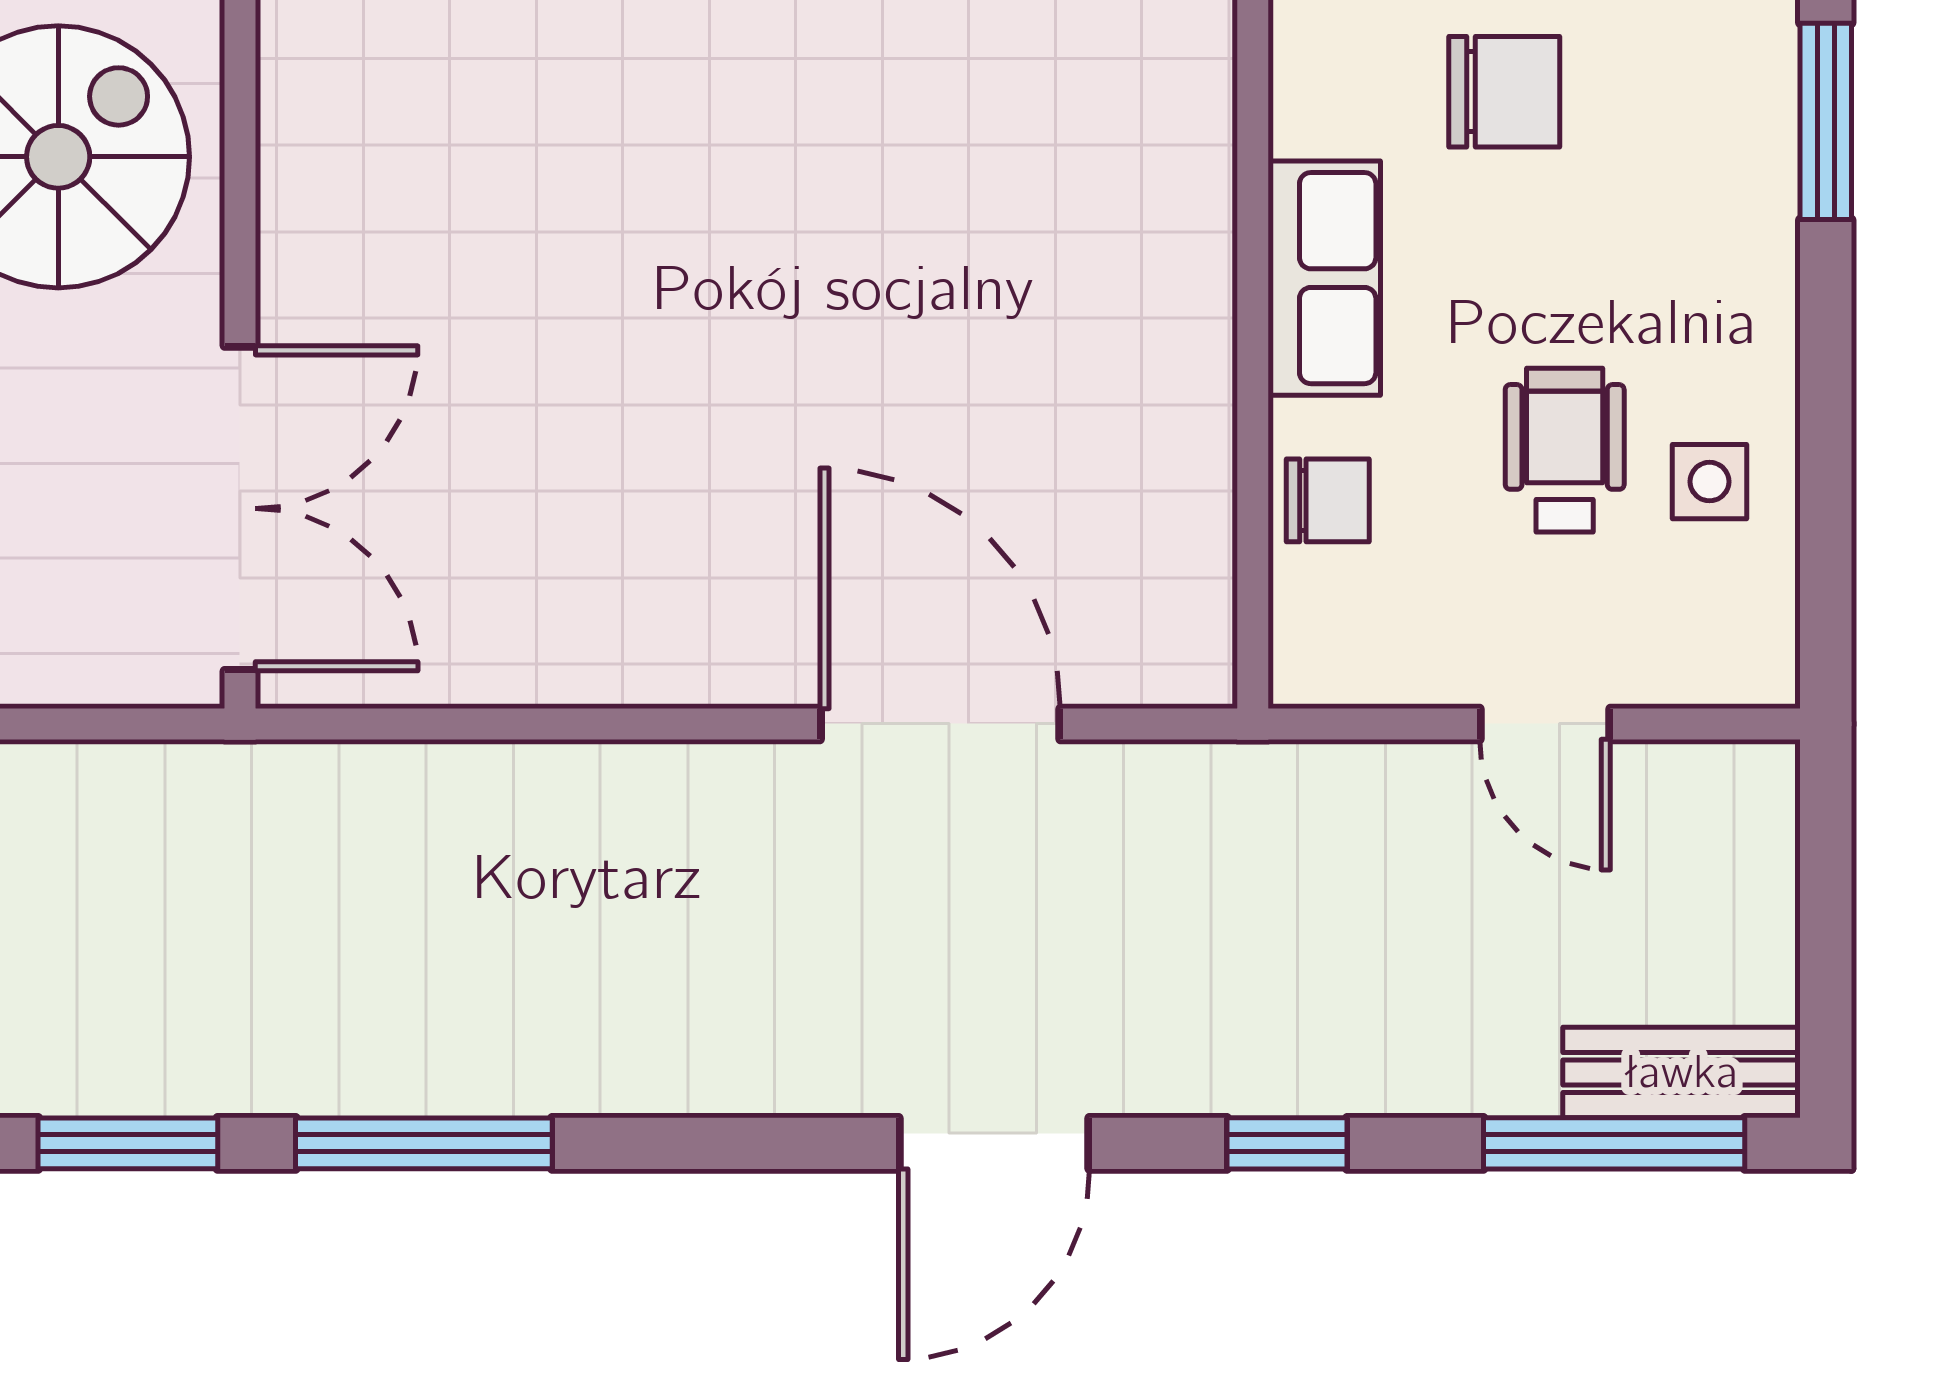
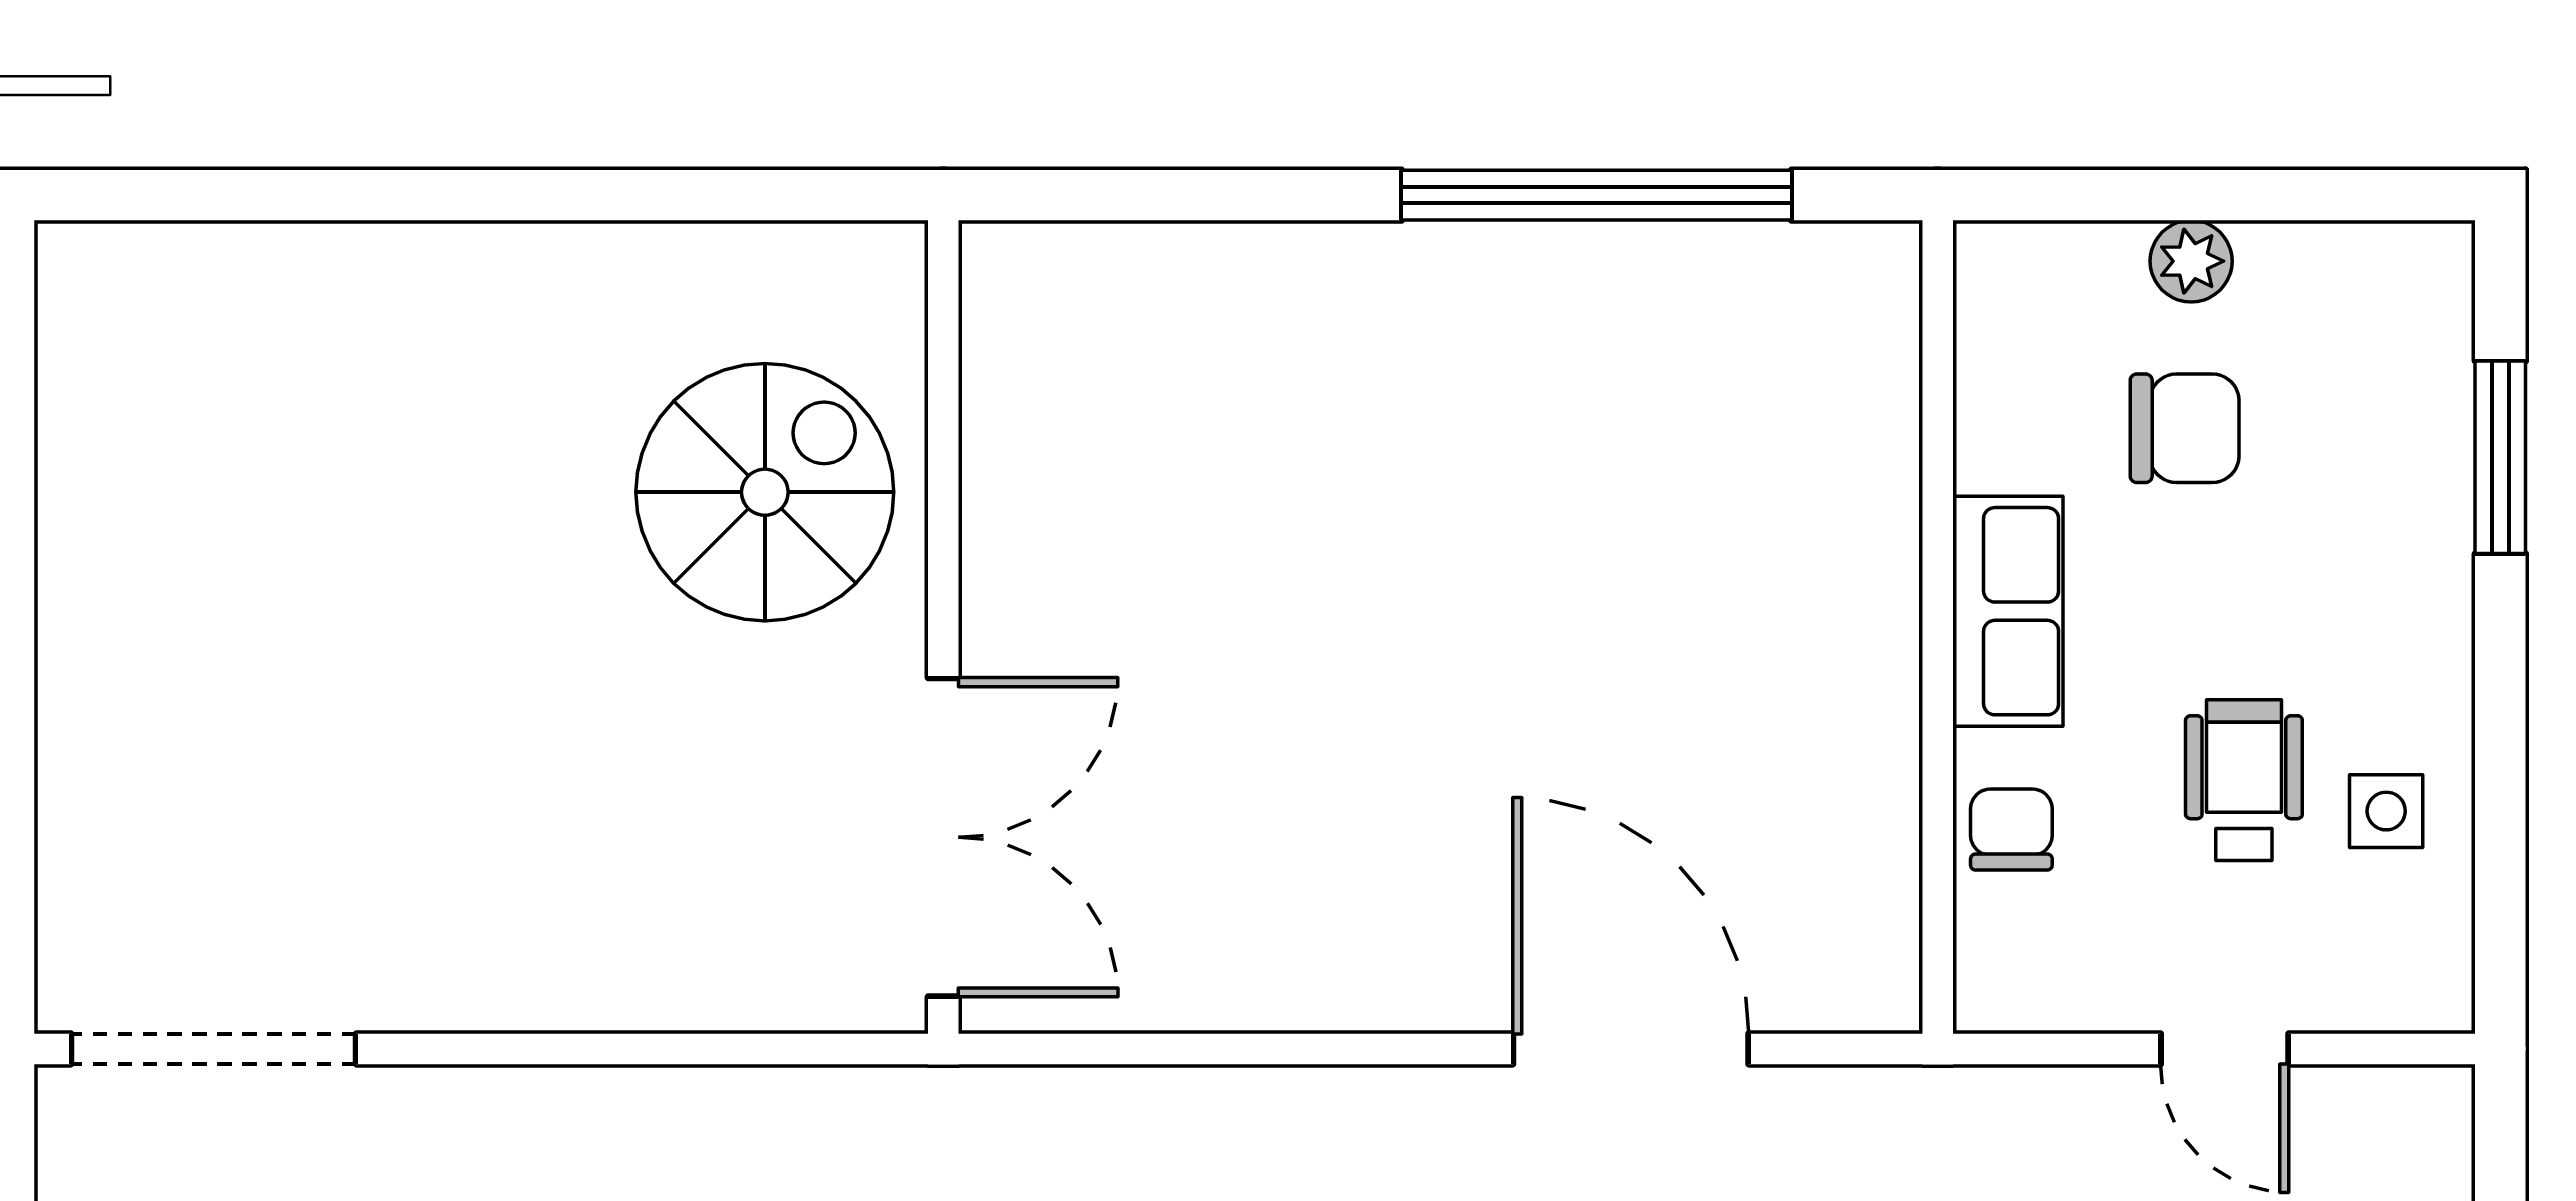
chair: (1328, 500) -> (2011, 829), turned -90

